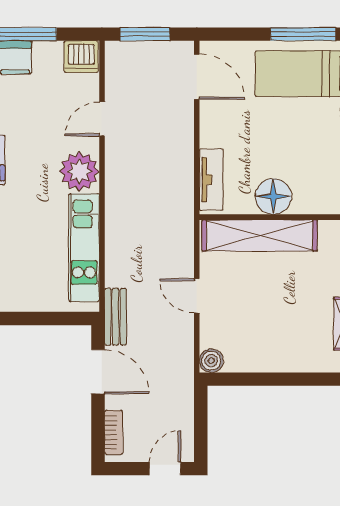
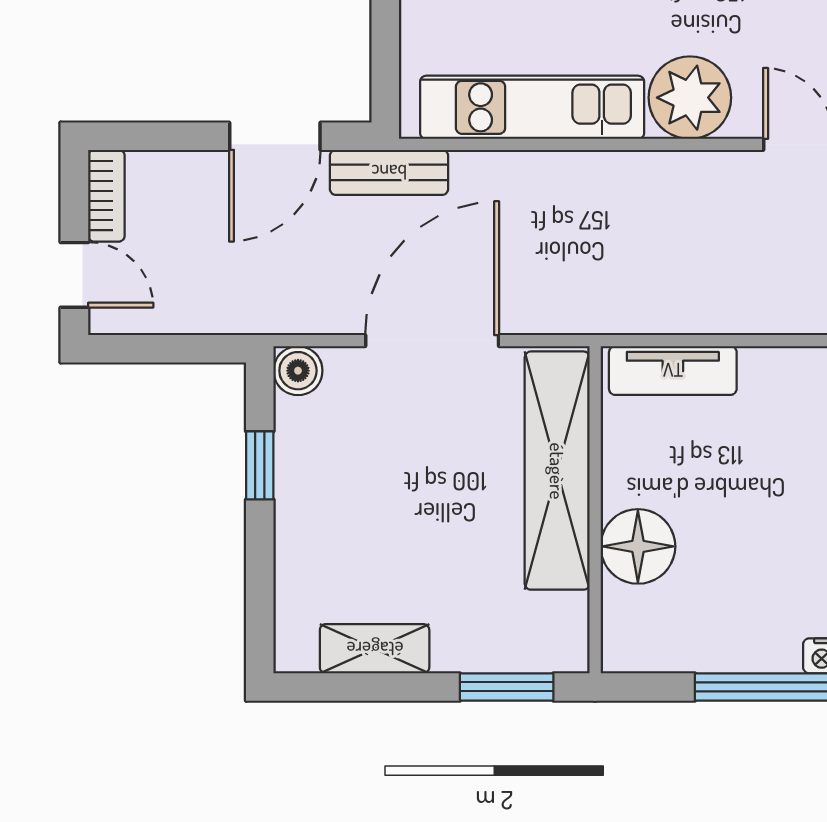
floor lamp: (273, 196) -> (638, 546), moved
door: (197, 296) -> (432, 341), width x1.87
window: (257, 379) -> (260, 465), added
bookcase: (113, 432) -> (106, 196), moved, turned -90

